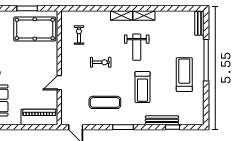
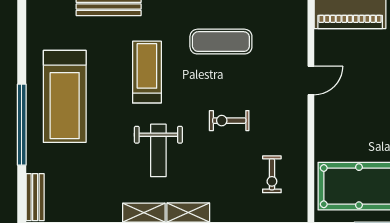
weight bench: (137, 47) -> (158, 150), turned 180
treadmill: (184, 75) -> (65, 96), width x1.37, depth x1.38

